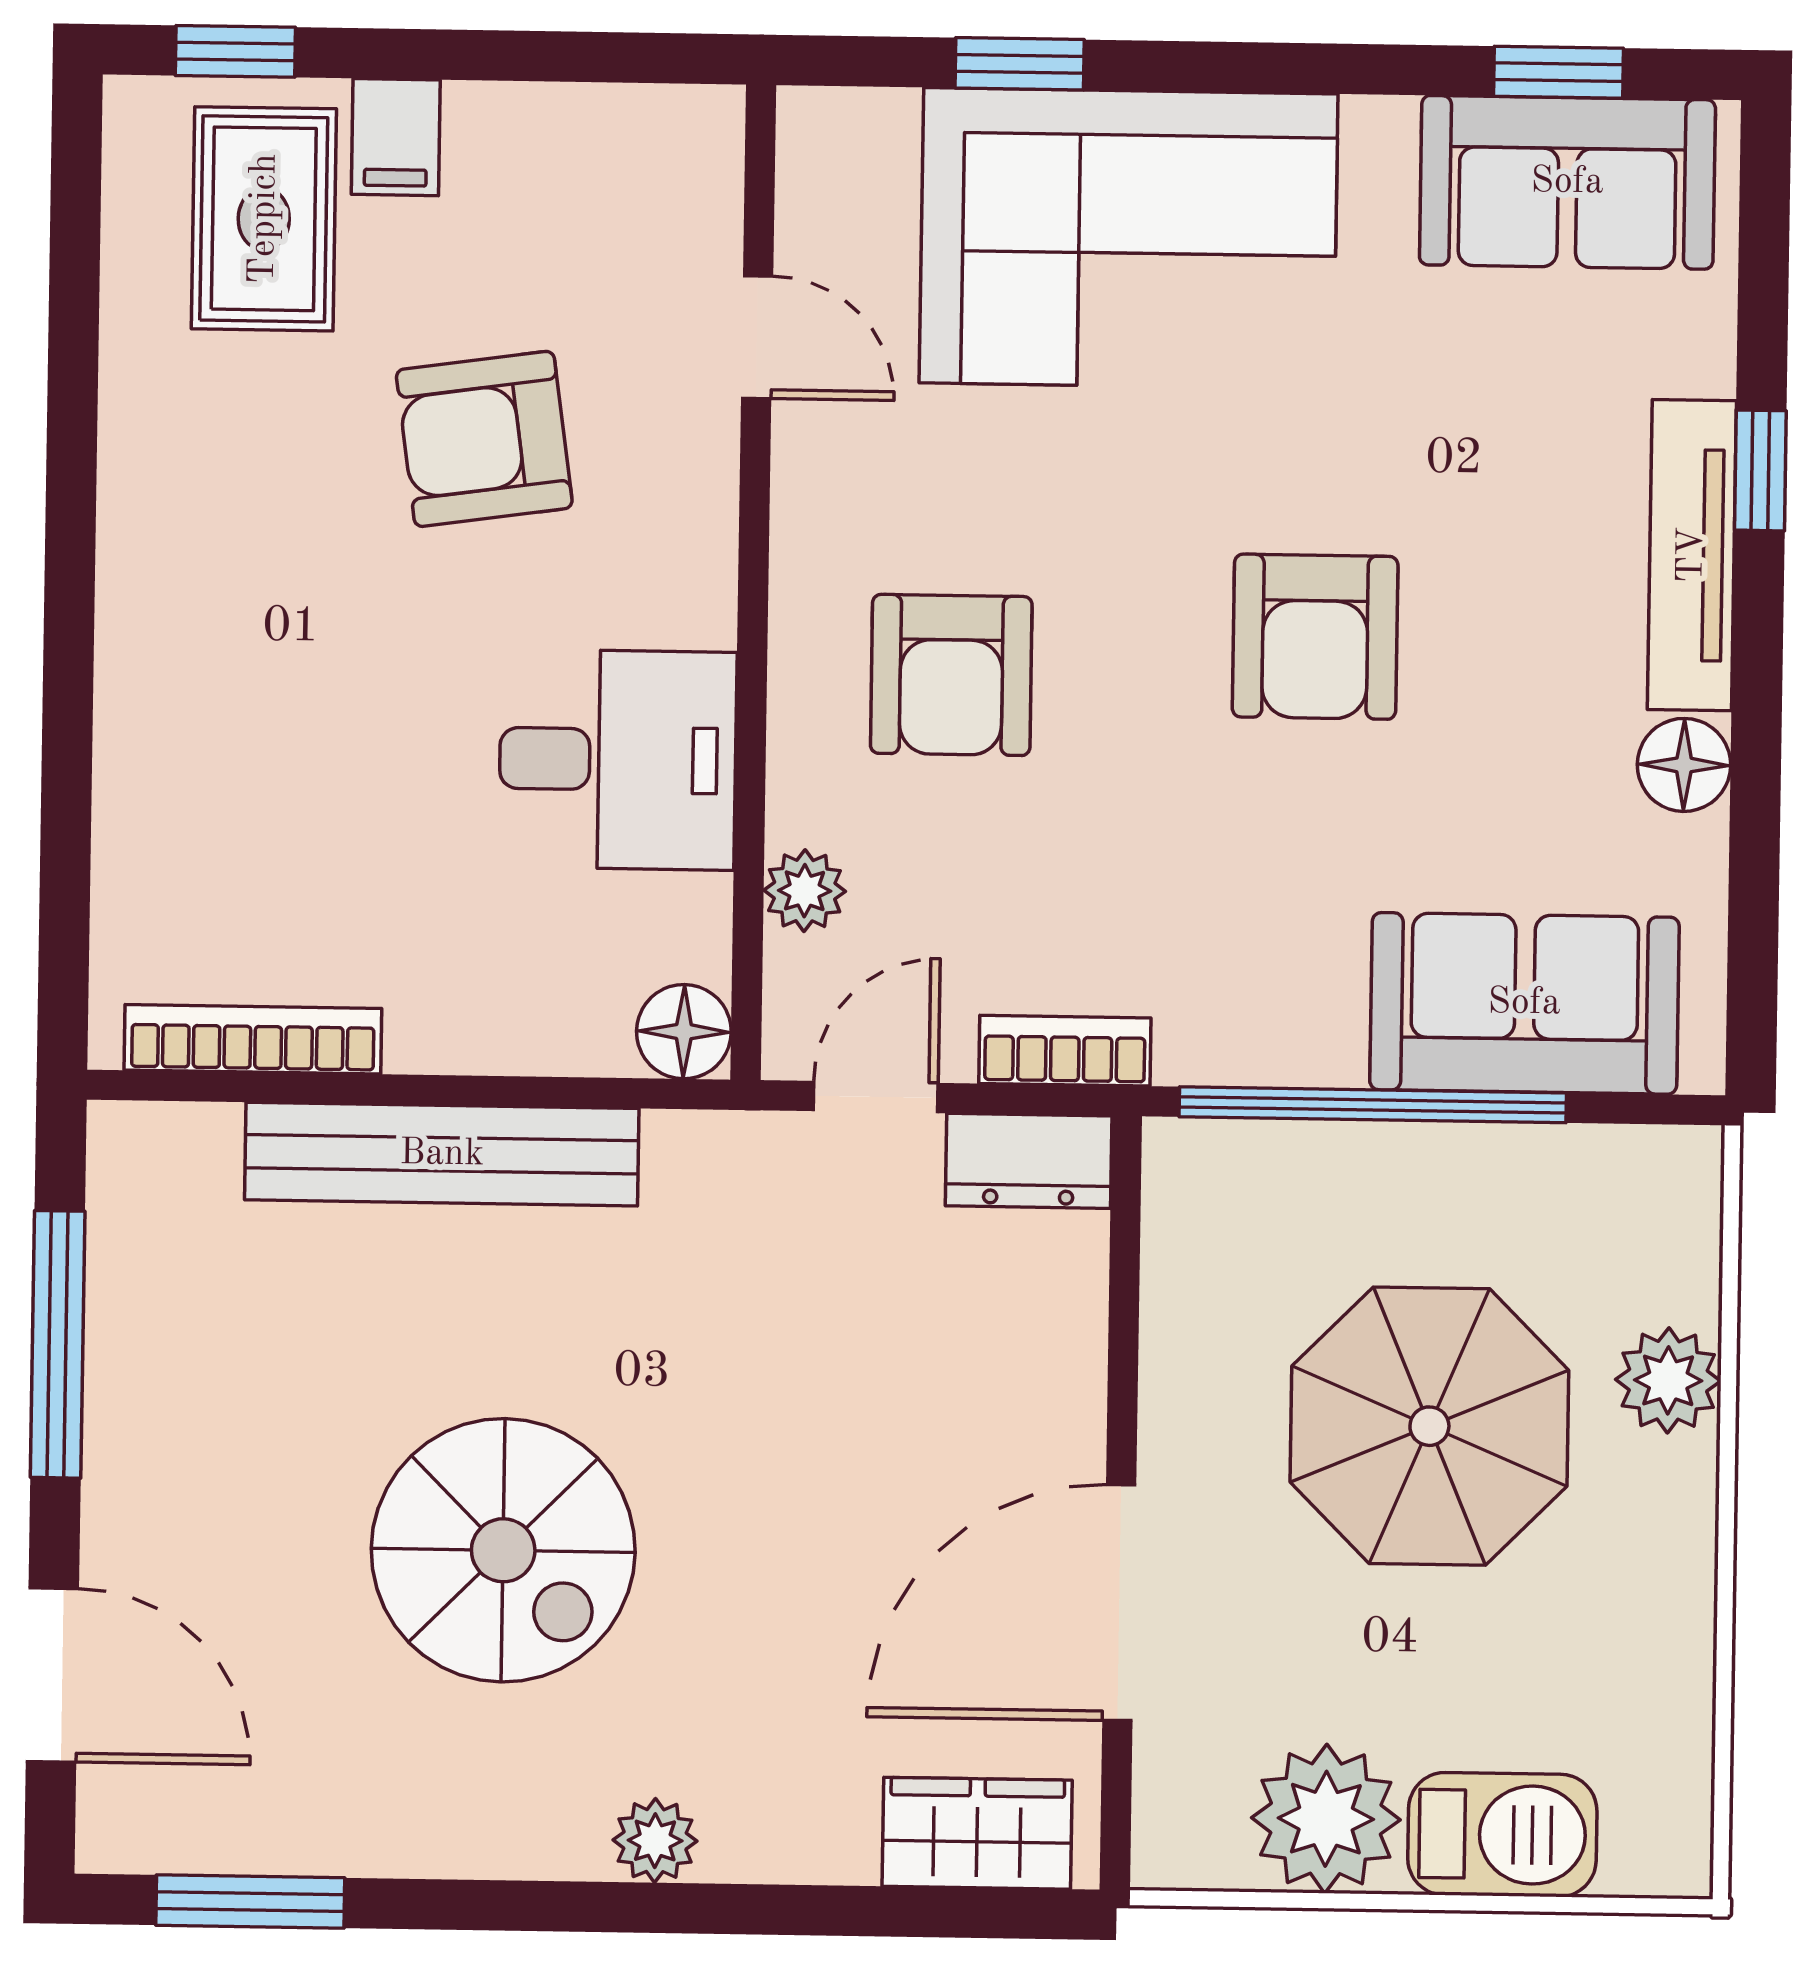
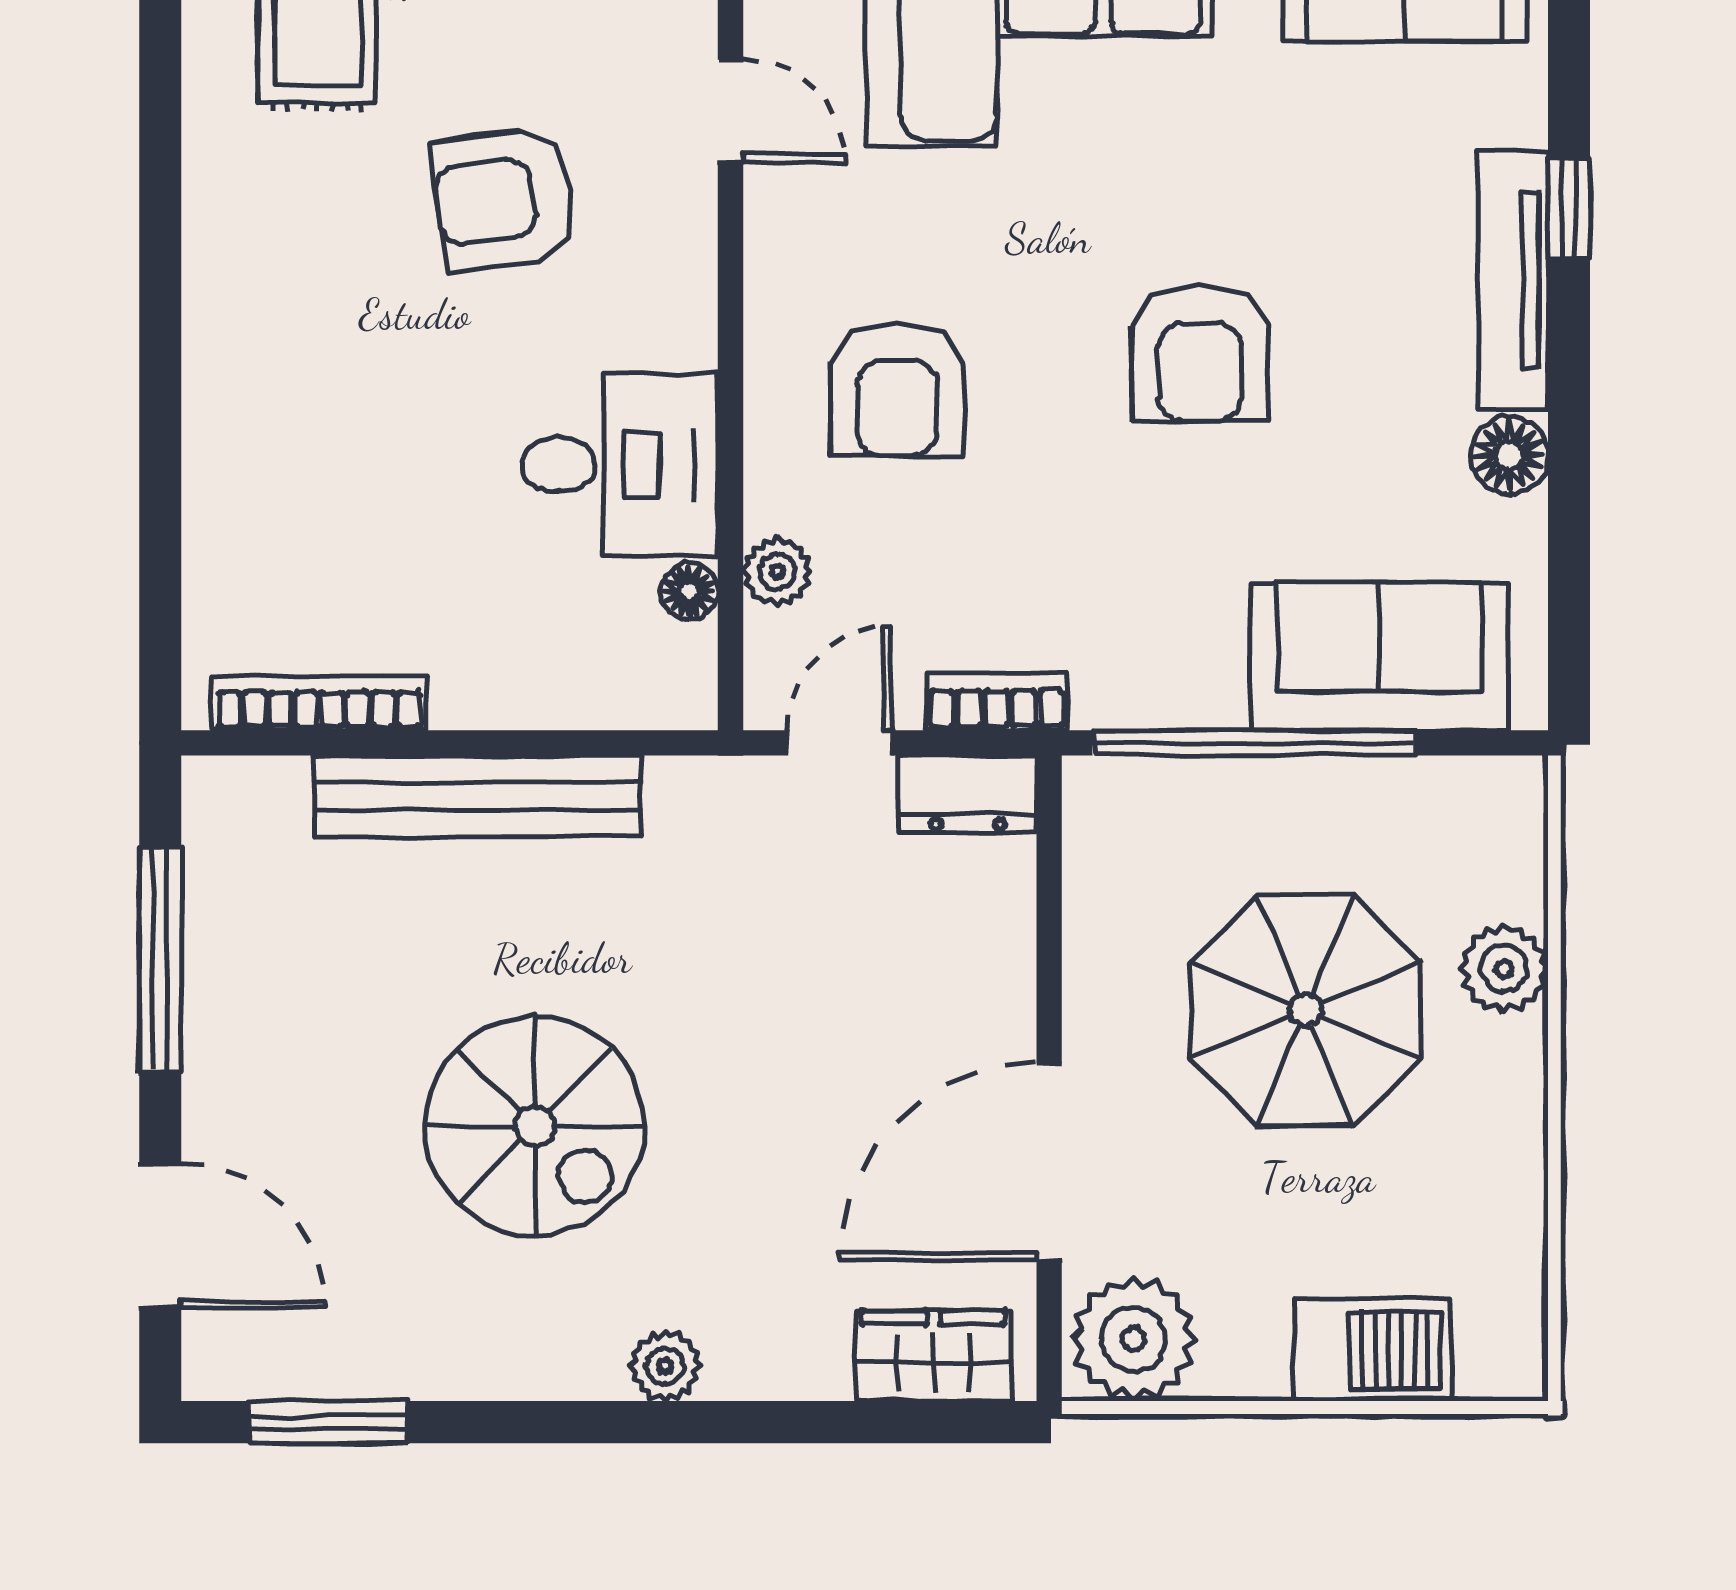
floor lamp: (684, 1032) -> (689, 591), moved, width x0.73, depth x0.73
plant: (1326, 1819) -> (1133, 1339), moved

